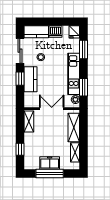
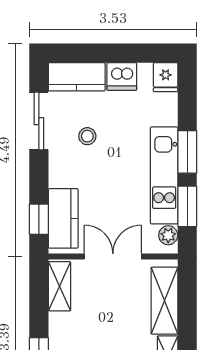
window: (84, 50) -> (187, 152), moved
window: (20, 79) -> (39, 219), moved
kitchen counter: (30, 79) -> (63, 218), moved

